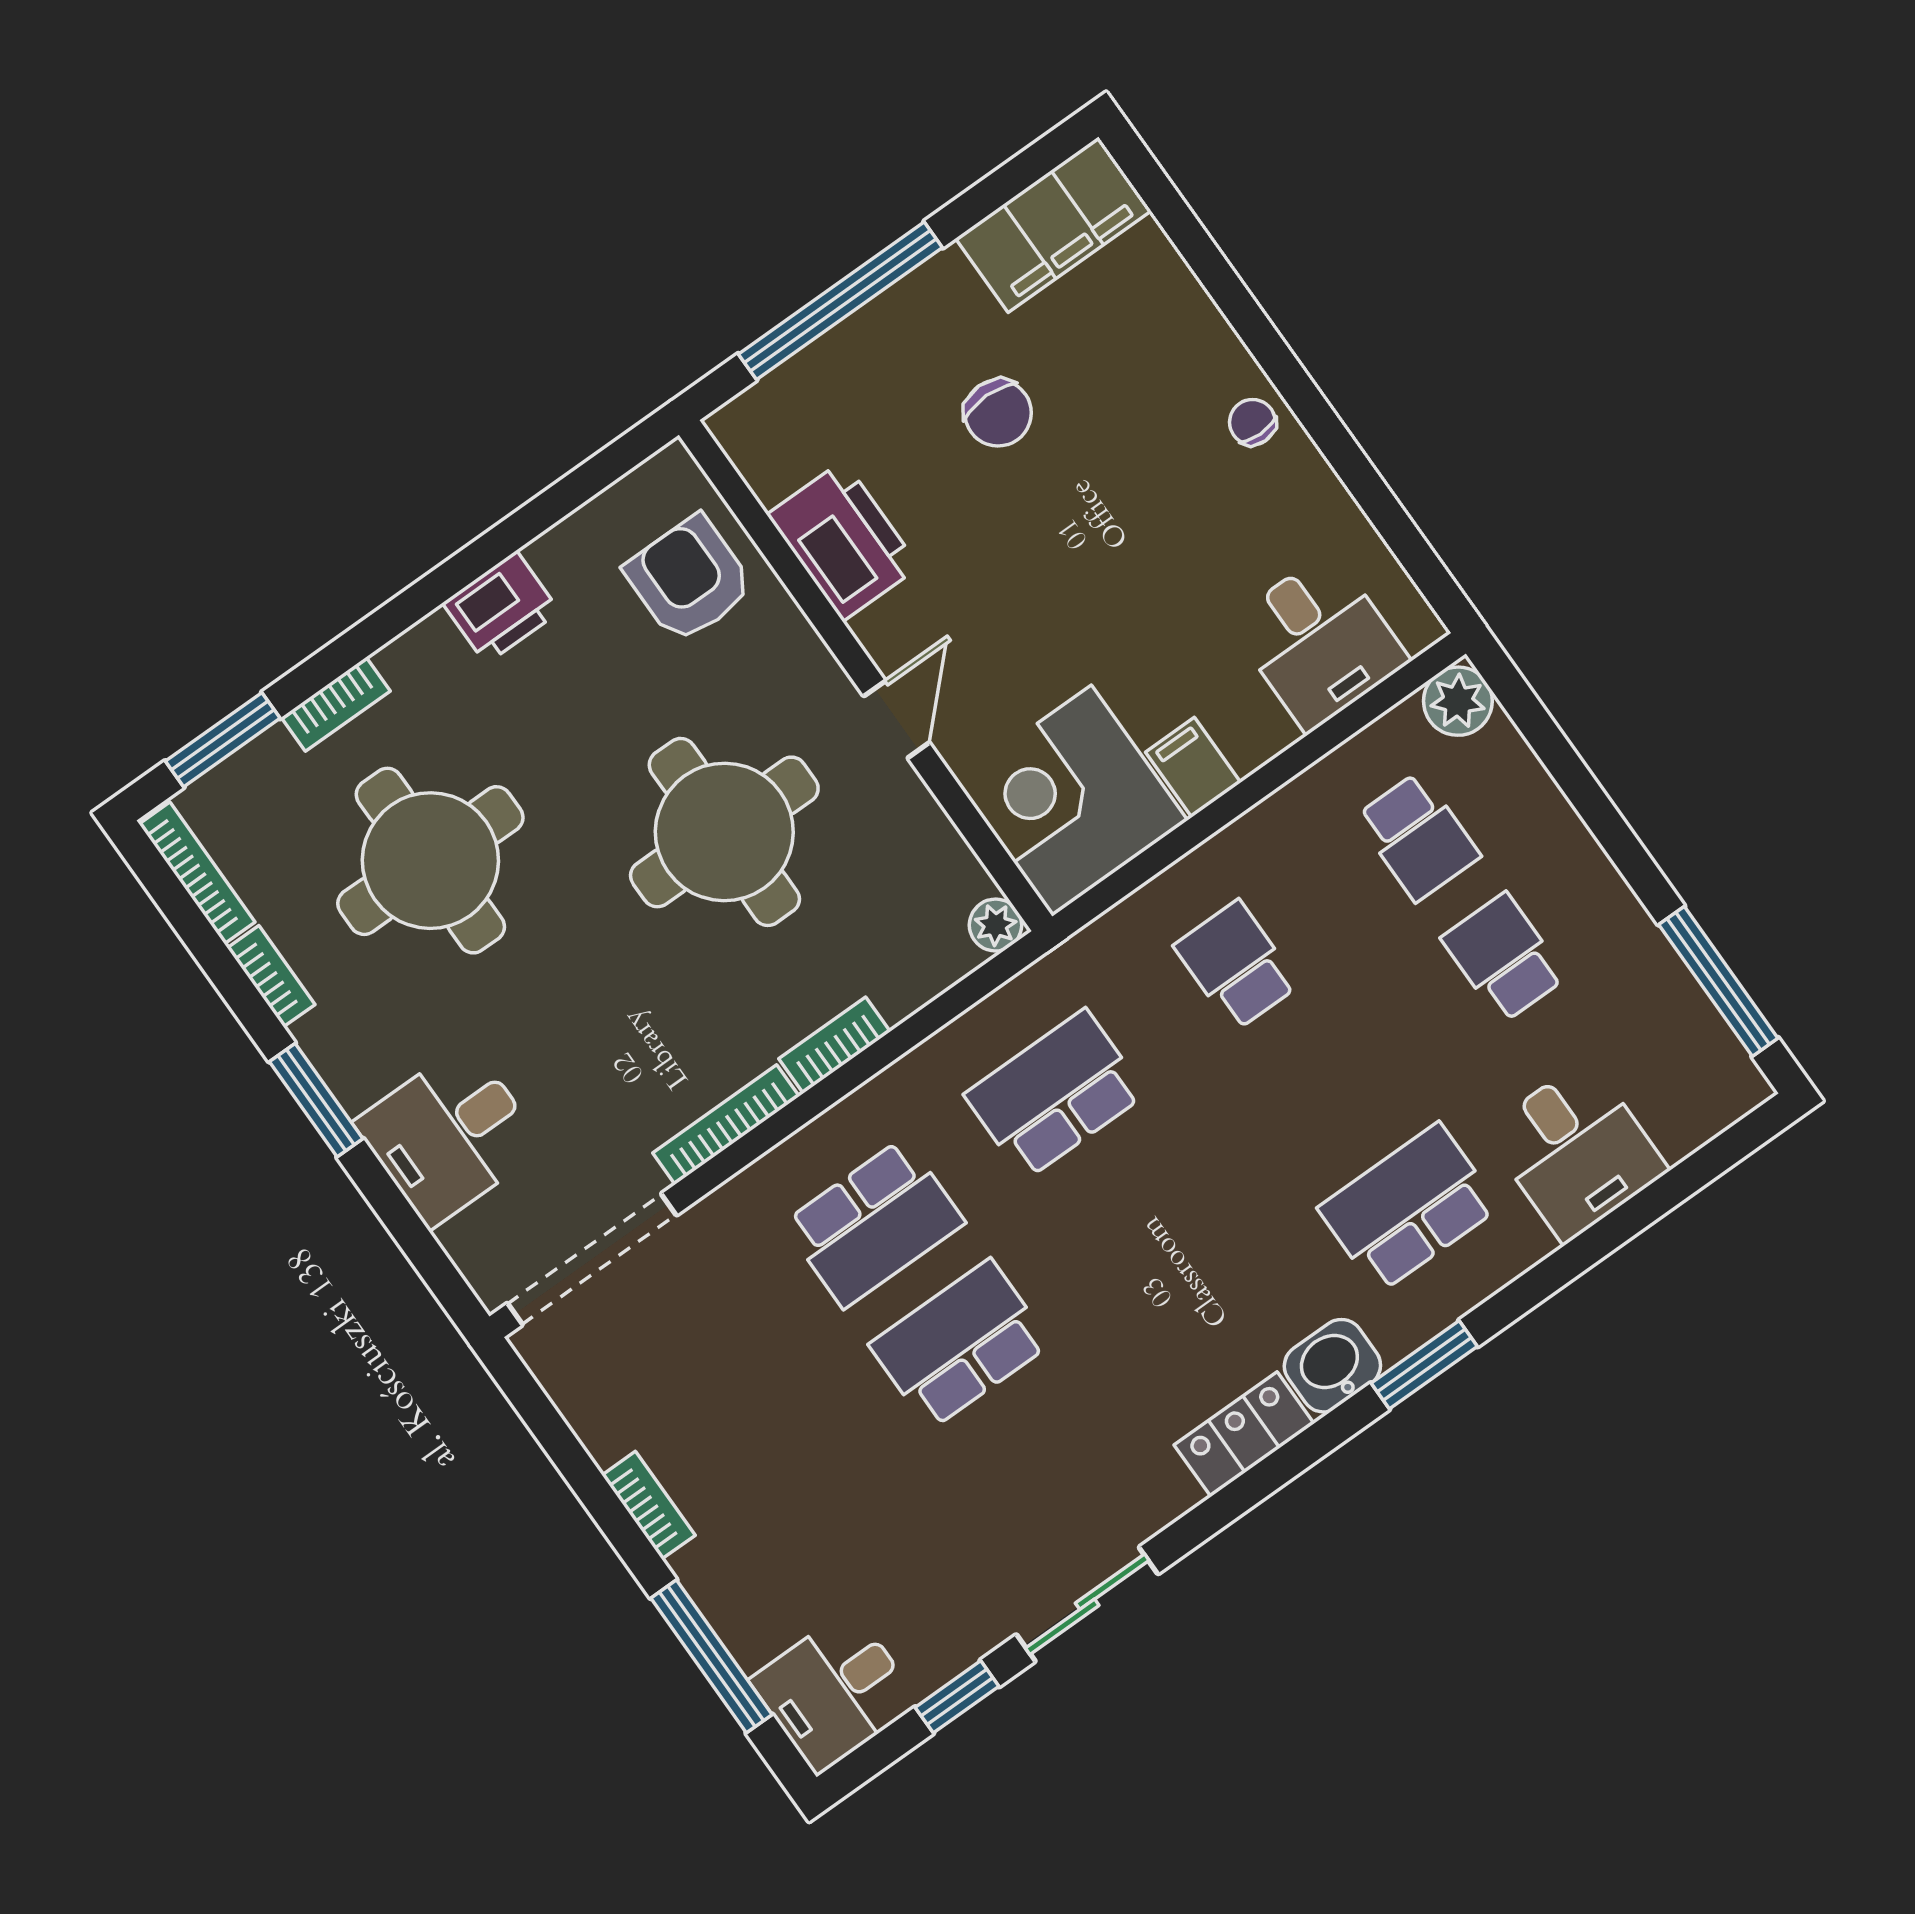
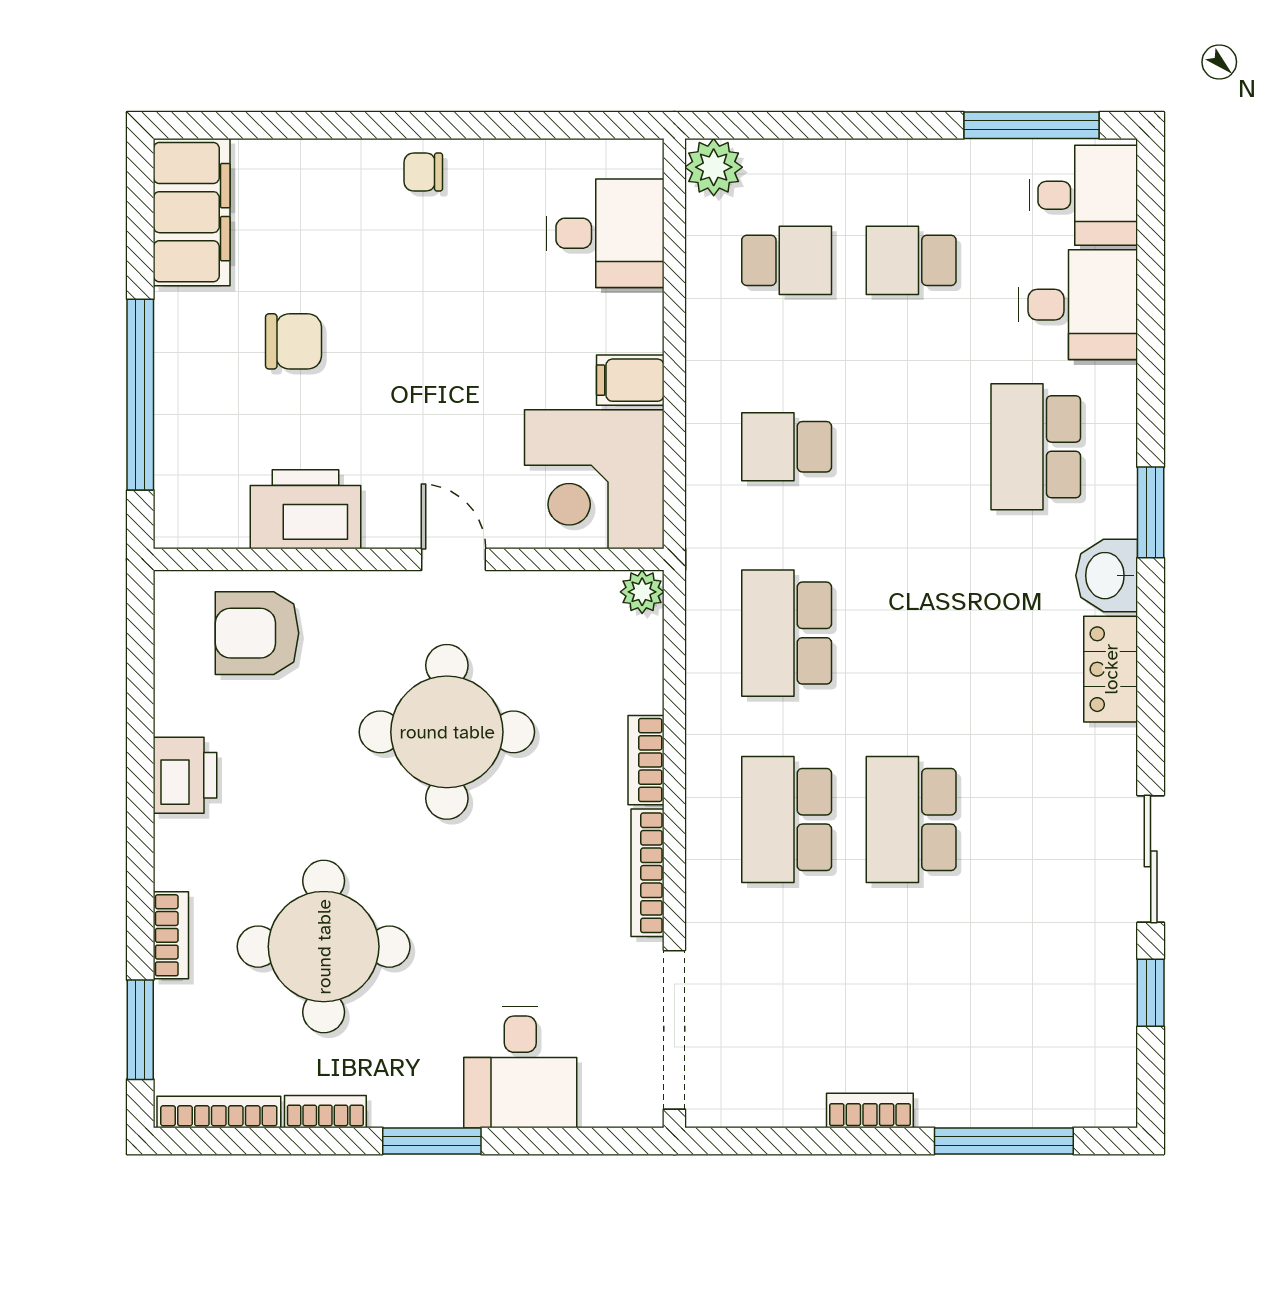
school desk: (874, 1223) -> (787, 819), turned 180
desk: (835, 1691) -> (1083, 195), moved, turned -90

